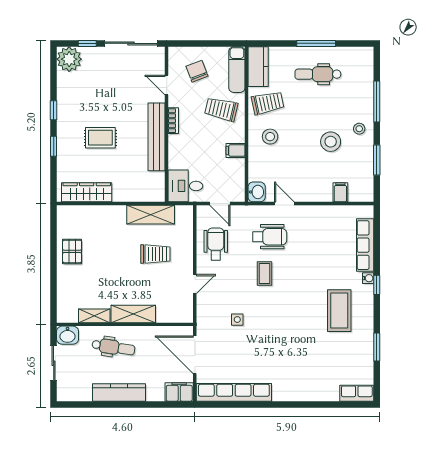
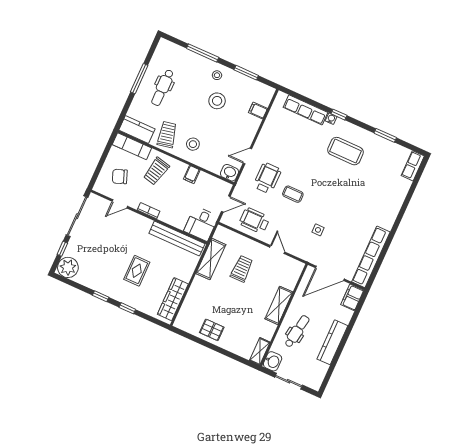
bench: (156, 137) -> (177, 239), moved
shelving: (94, 316) -> (260, 351), moved

